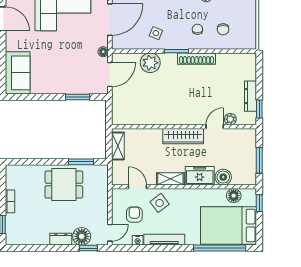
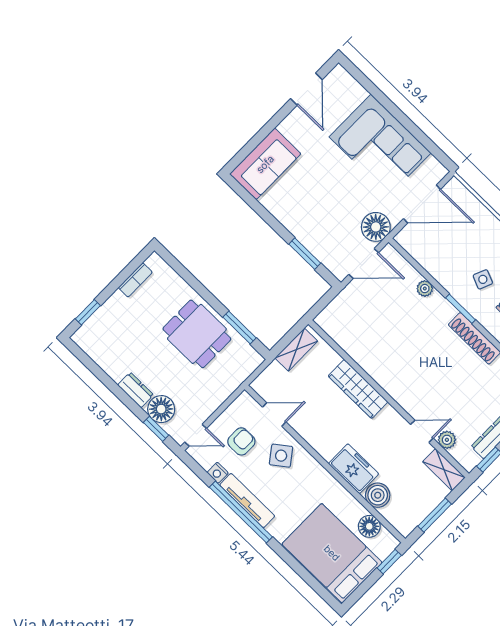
side table: (156, 33) -> (483, 279), moved
floor lamp: (103, 52) -> (376, 227), width x1.89, depth x1.89
plant: (150, 63) -> (425, 289), width x0.53, depth x0.53
wardrobe: (183, 136) -> (358, 389), moved
shelving: (170, 179) -> (444, 470), moved
door: (137, 187) -> (274, 414), hinge flipped
bookcase: (10, 201) -> (135, 280), moved
window: (220, 248) -> (241, 512), moved

